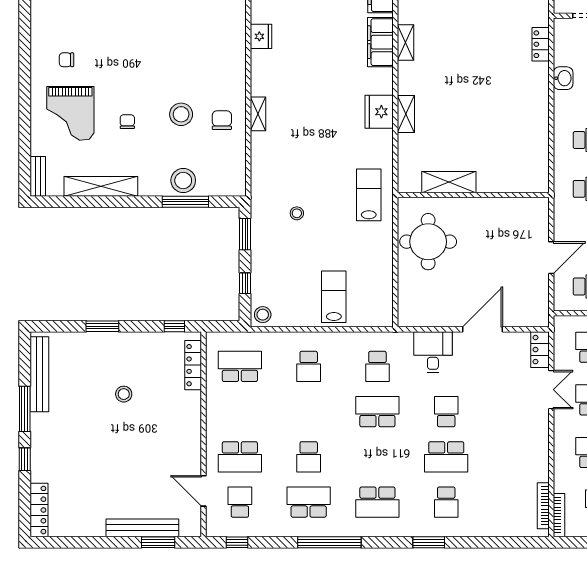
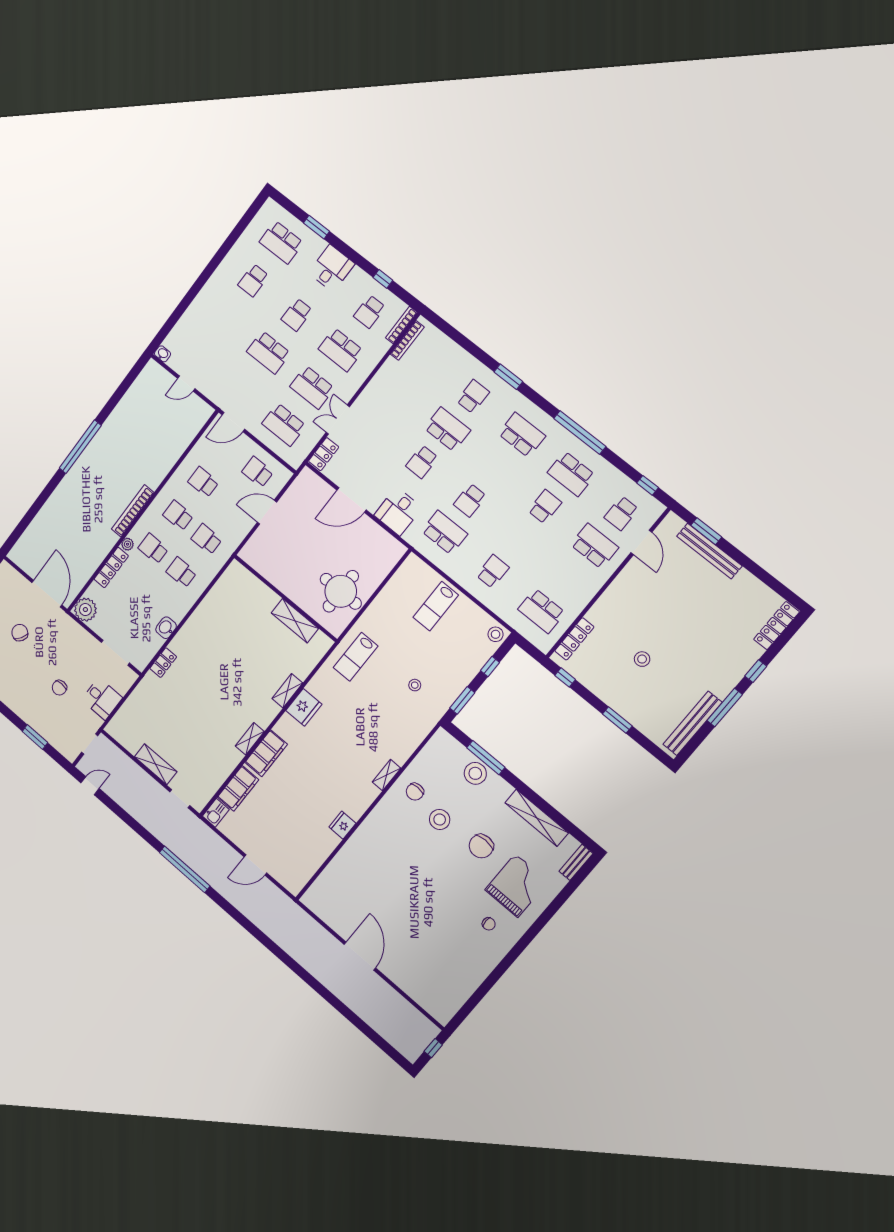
chair: (127, 122) -> (481, 846), width x1.87, depth x1.87
school desk: (377, 366) -> (444, 532), width x1.85
school desk: (377, 412) -> (470, 500), width x0.54

